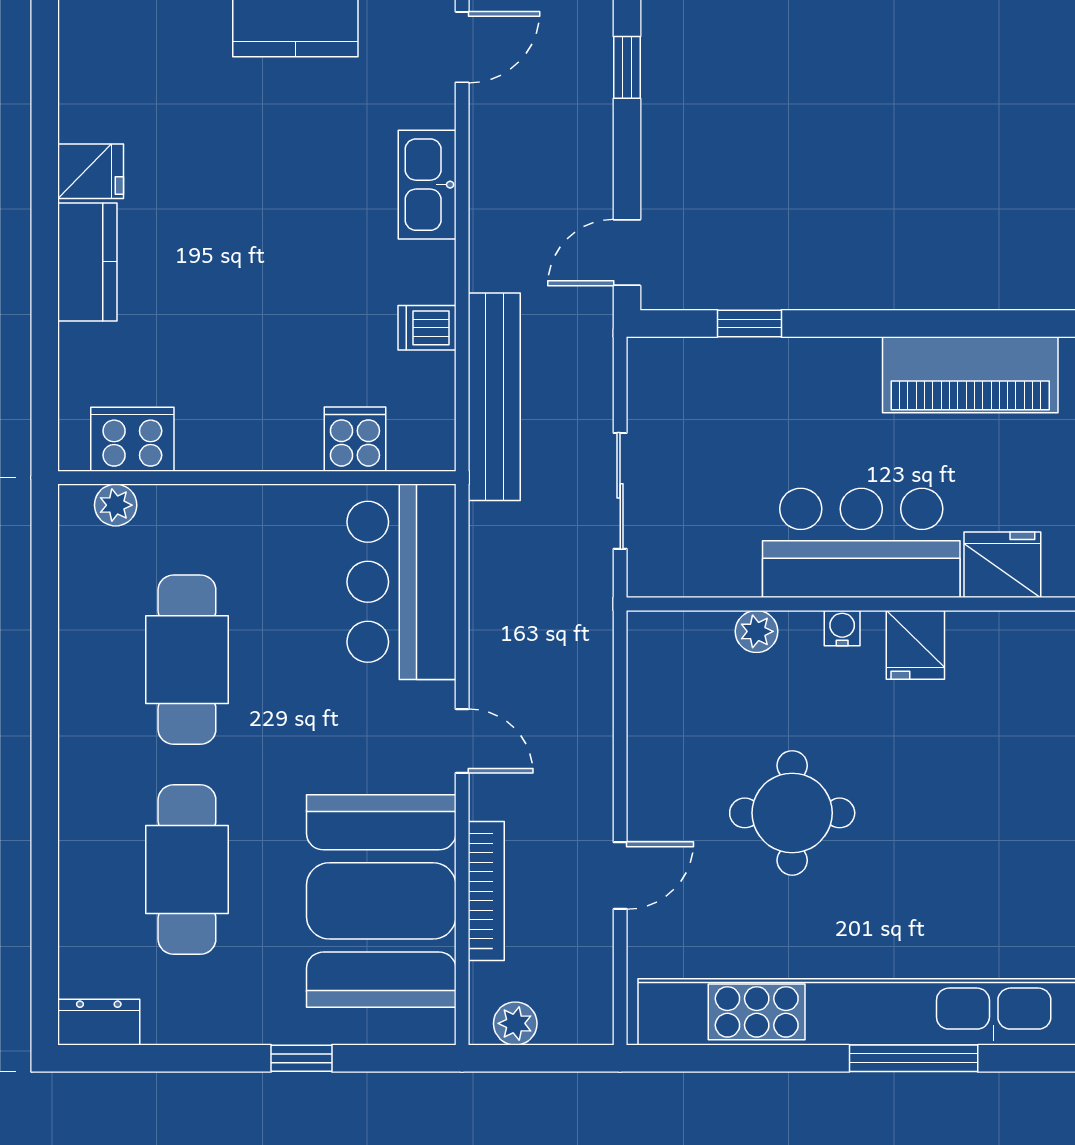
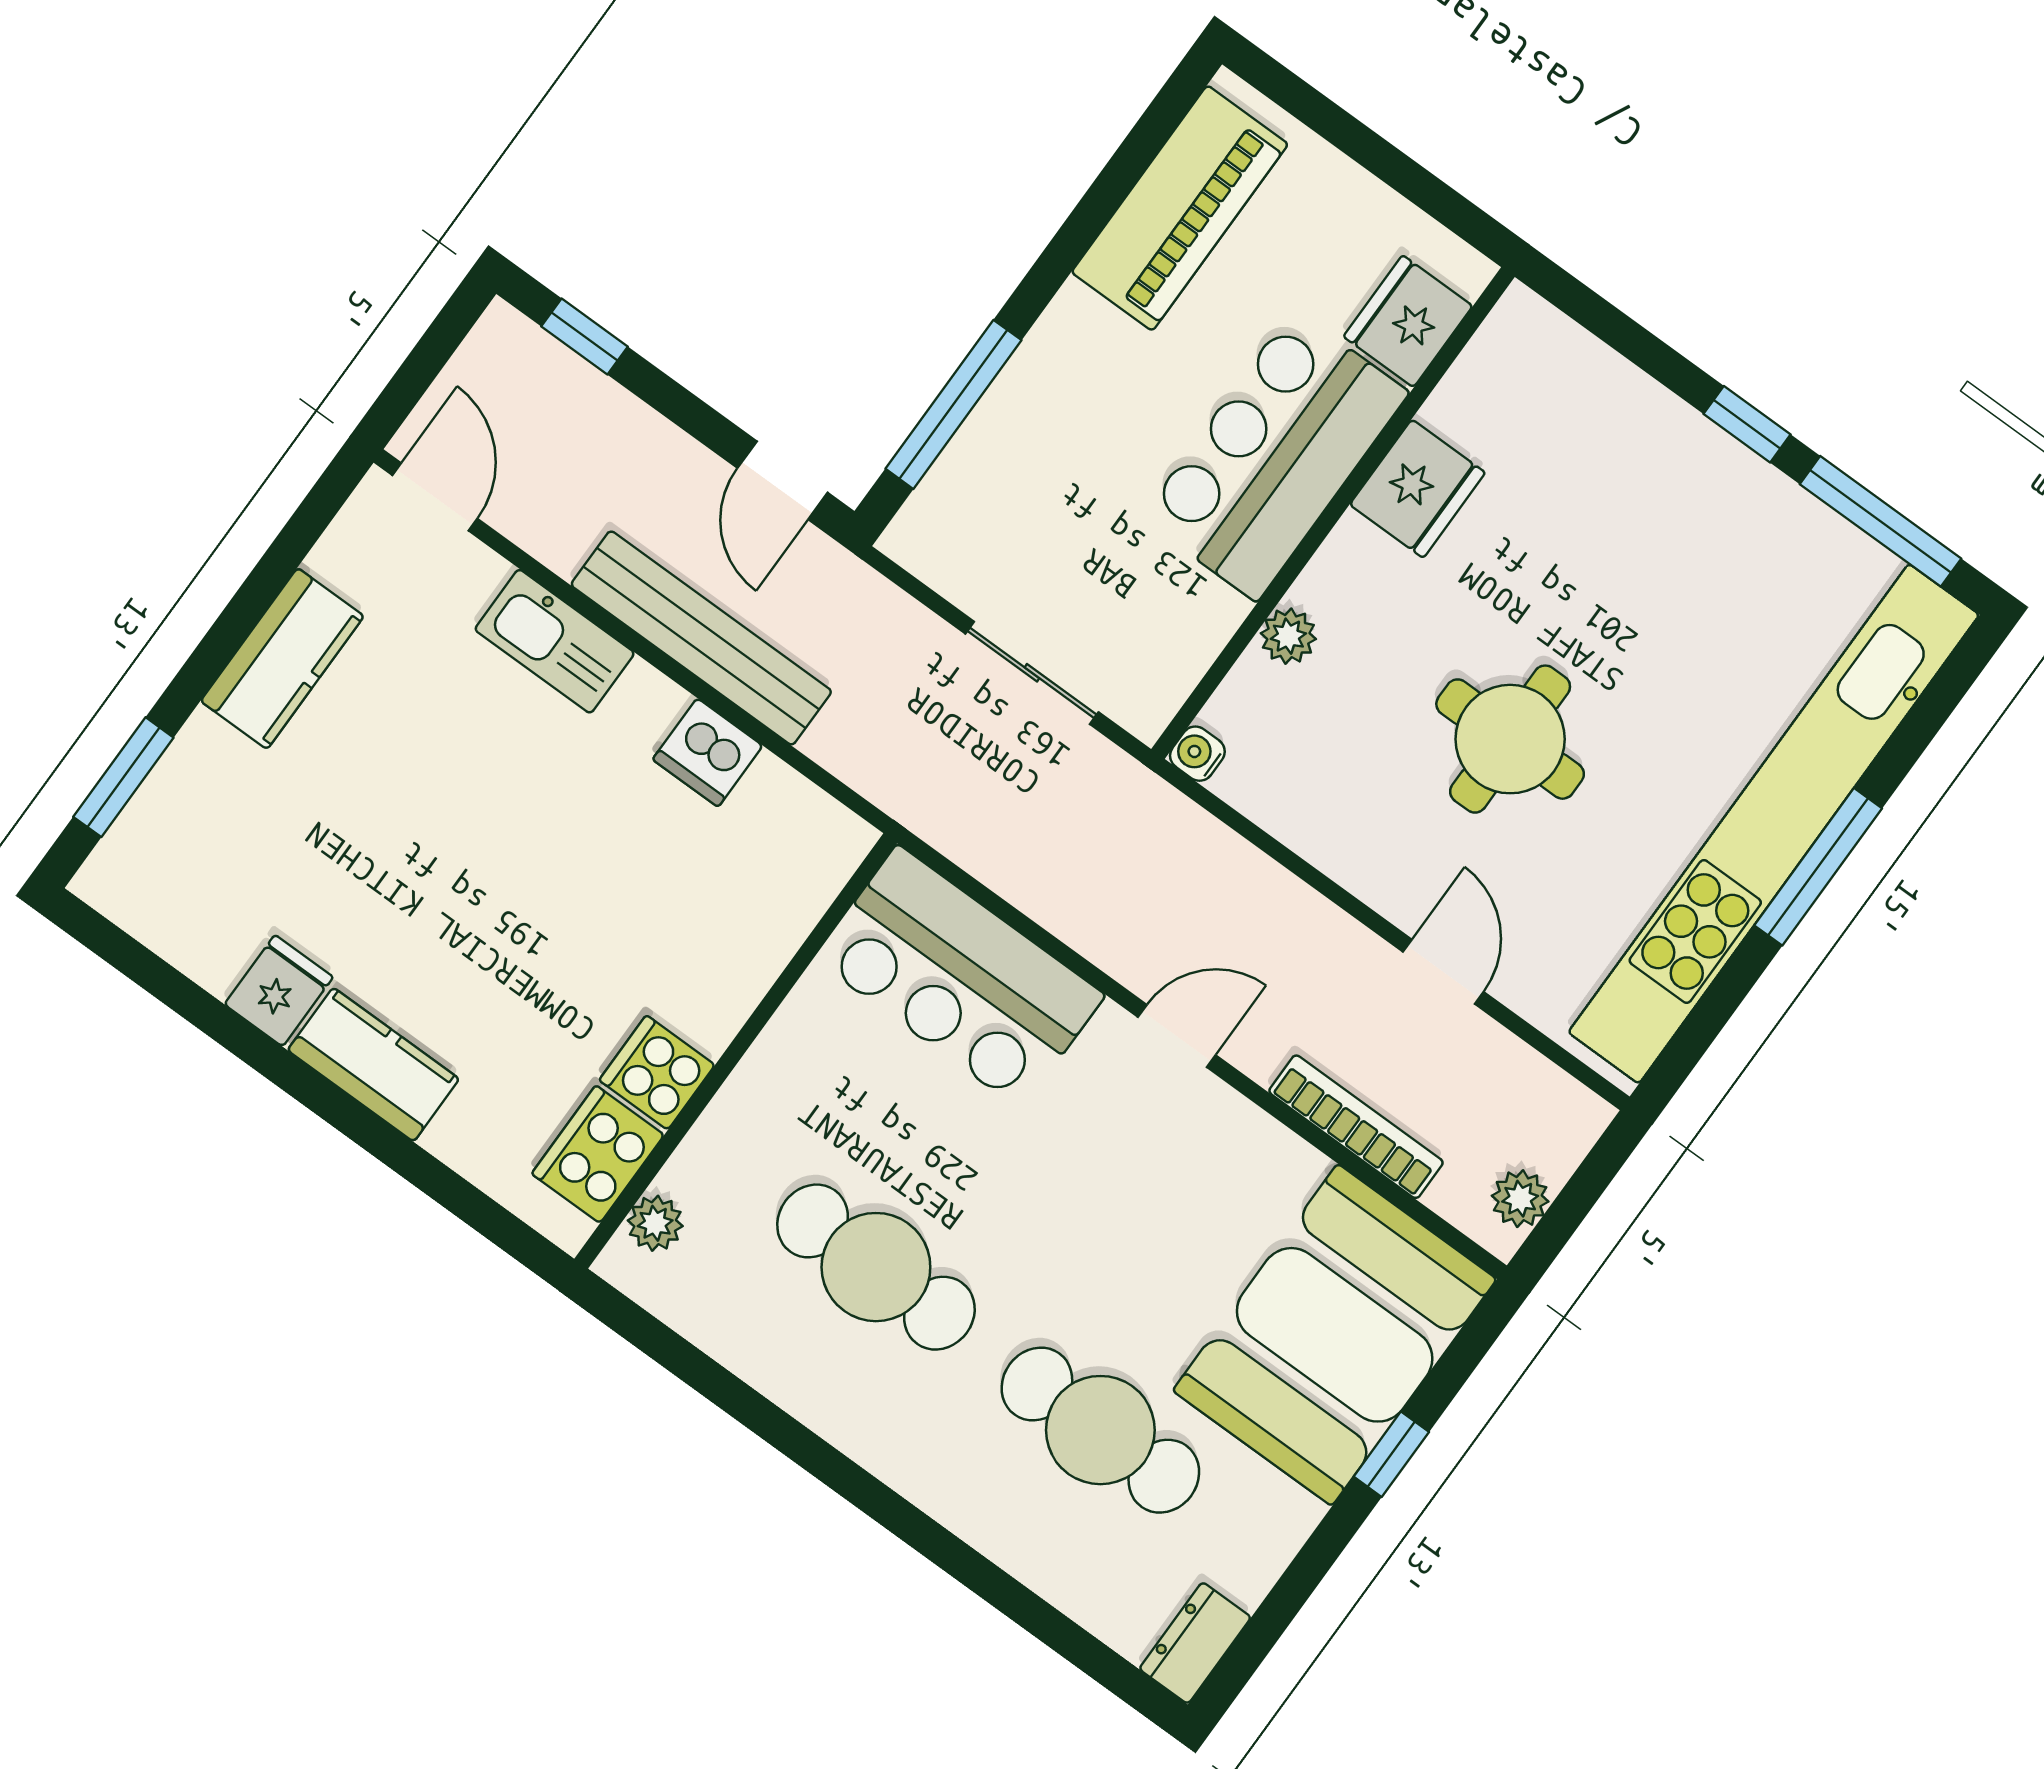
window: (749, 323) -> (953, 404), width x2.17
dishwasher: (427, 328) -> (708, 753), width x1.38
bench: (494, 397) -> (701, 638), moved
cooker: (355, 439) -> (657, 1073), moved
water cooler: (842, 628) -> (1197, 754), moved
fridge: (915, 645) -> (1417, 489), width x1.38
booth: (381, 901) -> (1335, 1335), moved, turned 90
window: (914, 1058) -> (1818, 867), moved

